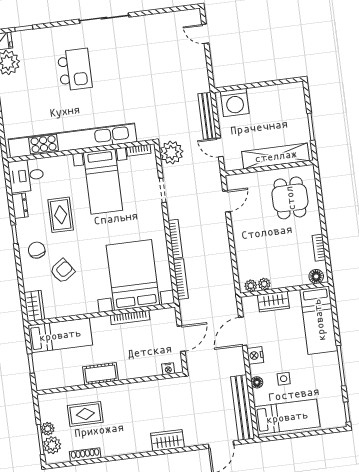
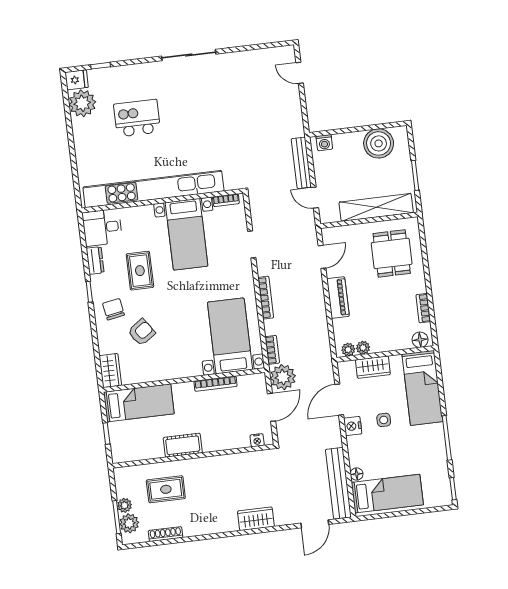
kitchen island: (75, 69) -> (137, 118), moved, turned -90
boiler: (277, 98) -> (379, 143), added
washing machine: (235, 103) -> (324, 143), width x0.53, depth x0.53
plant: (171, 153) -> (283, 377), moved
piano: (241, 238) -> (338, 298), added
bed with nightstands: (133, 275) -> (230, 336), width x0.73
bookcase: (181, 279) -> (272, 350), width x0.64
side table: (284, 379) -> (384, 420), moved
floor lamp: (257, 382) -> (357, 474), moved

